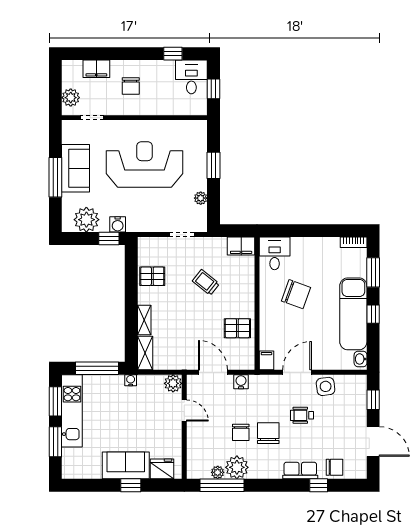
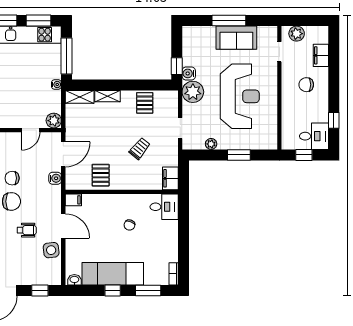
plant: (86, 220) -> (193, 92), moved
chair: (296, 294) -> (129, 225), width x0.54, depth x0.54
wheelchair: (302, 415) -> (27, 230), turned 90

